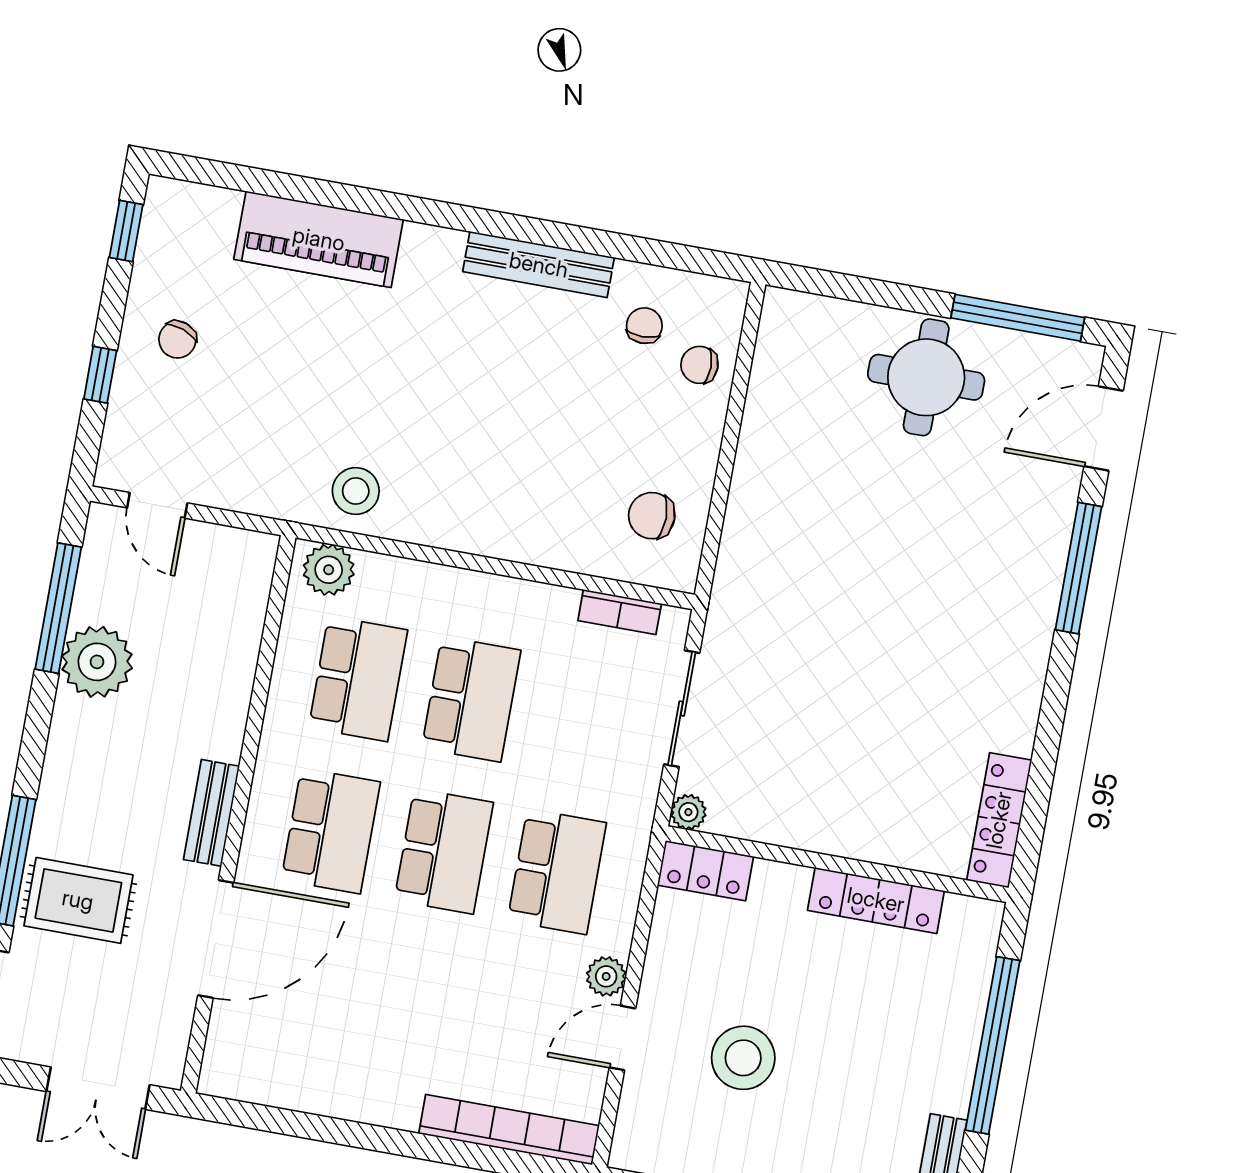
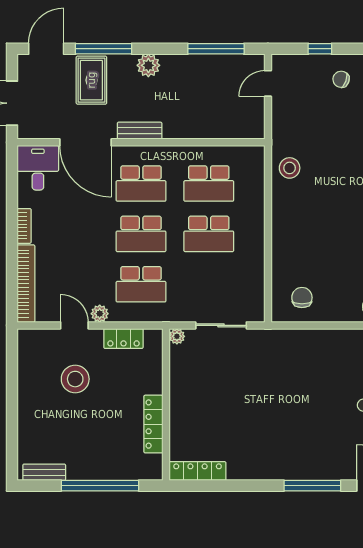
plant: (329, 570) -> (254, 162), removed
bookcase: (620, 612) -> (24, 226), moved, turned 180
plant: (97, 662) -> (148, 65), moved, width x0.73, depth x0.73
locker: (705, 871) -> (123, 338), moved, turned -90
desk: (254, 1056) -> (38, 168), added

